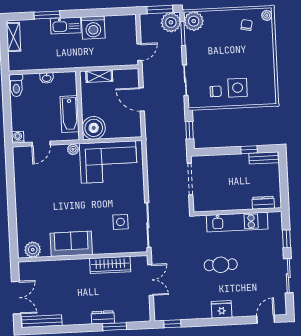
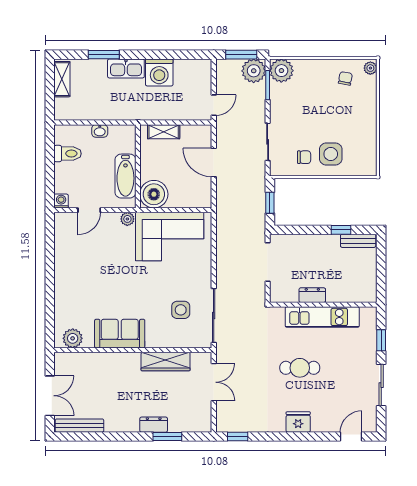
toilet: (16, 85) -> (68, 154), moved, turned -90
dresser: (263, 203) -> (312, 295), moved

